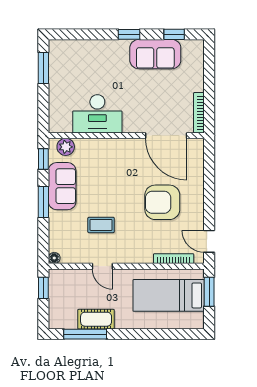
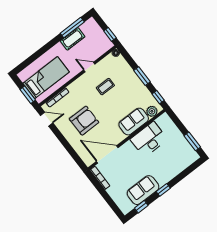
sofa: (62, 186) -> (134, 122), moved, turned 90

